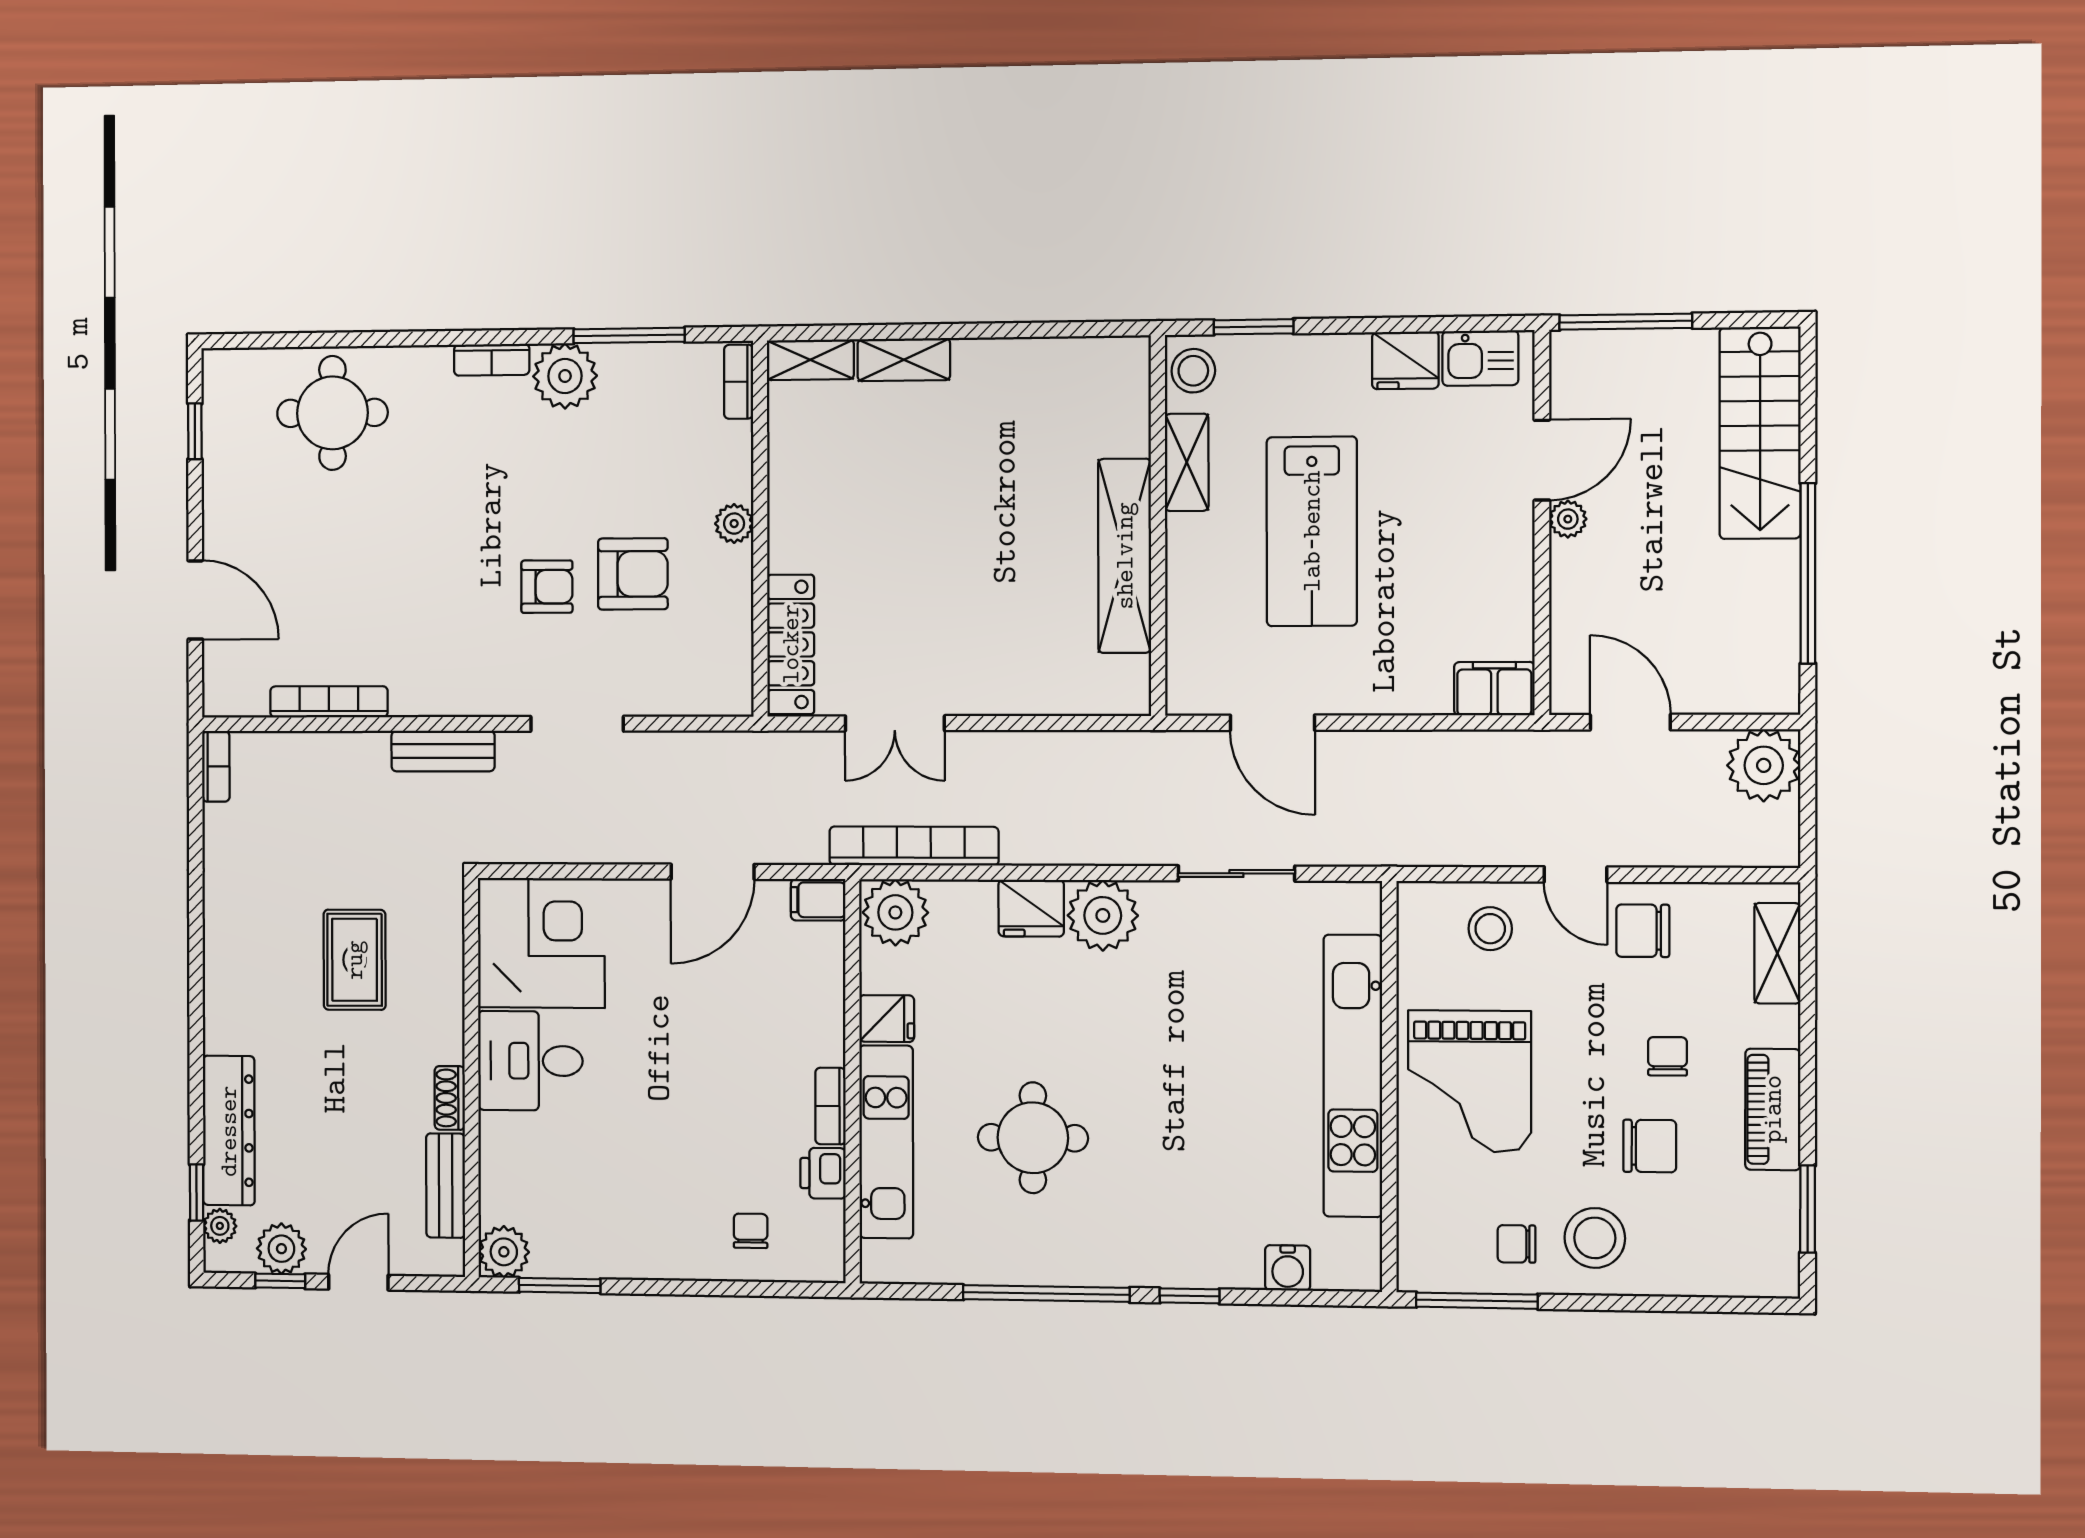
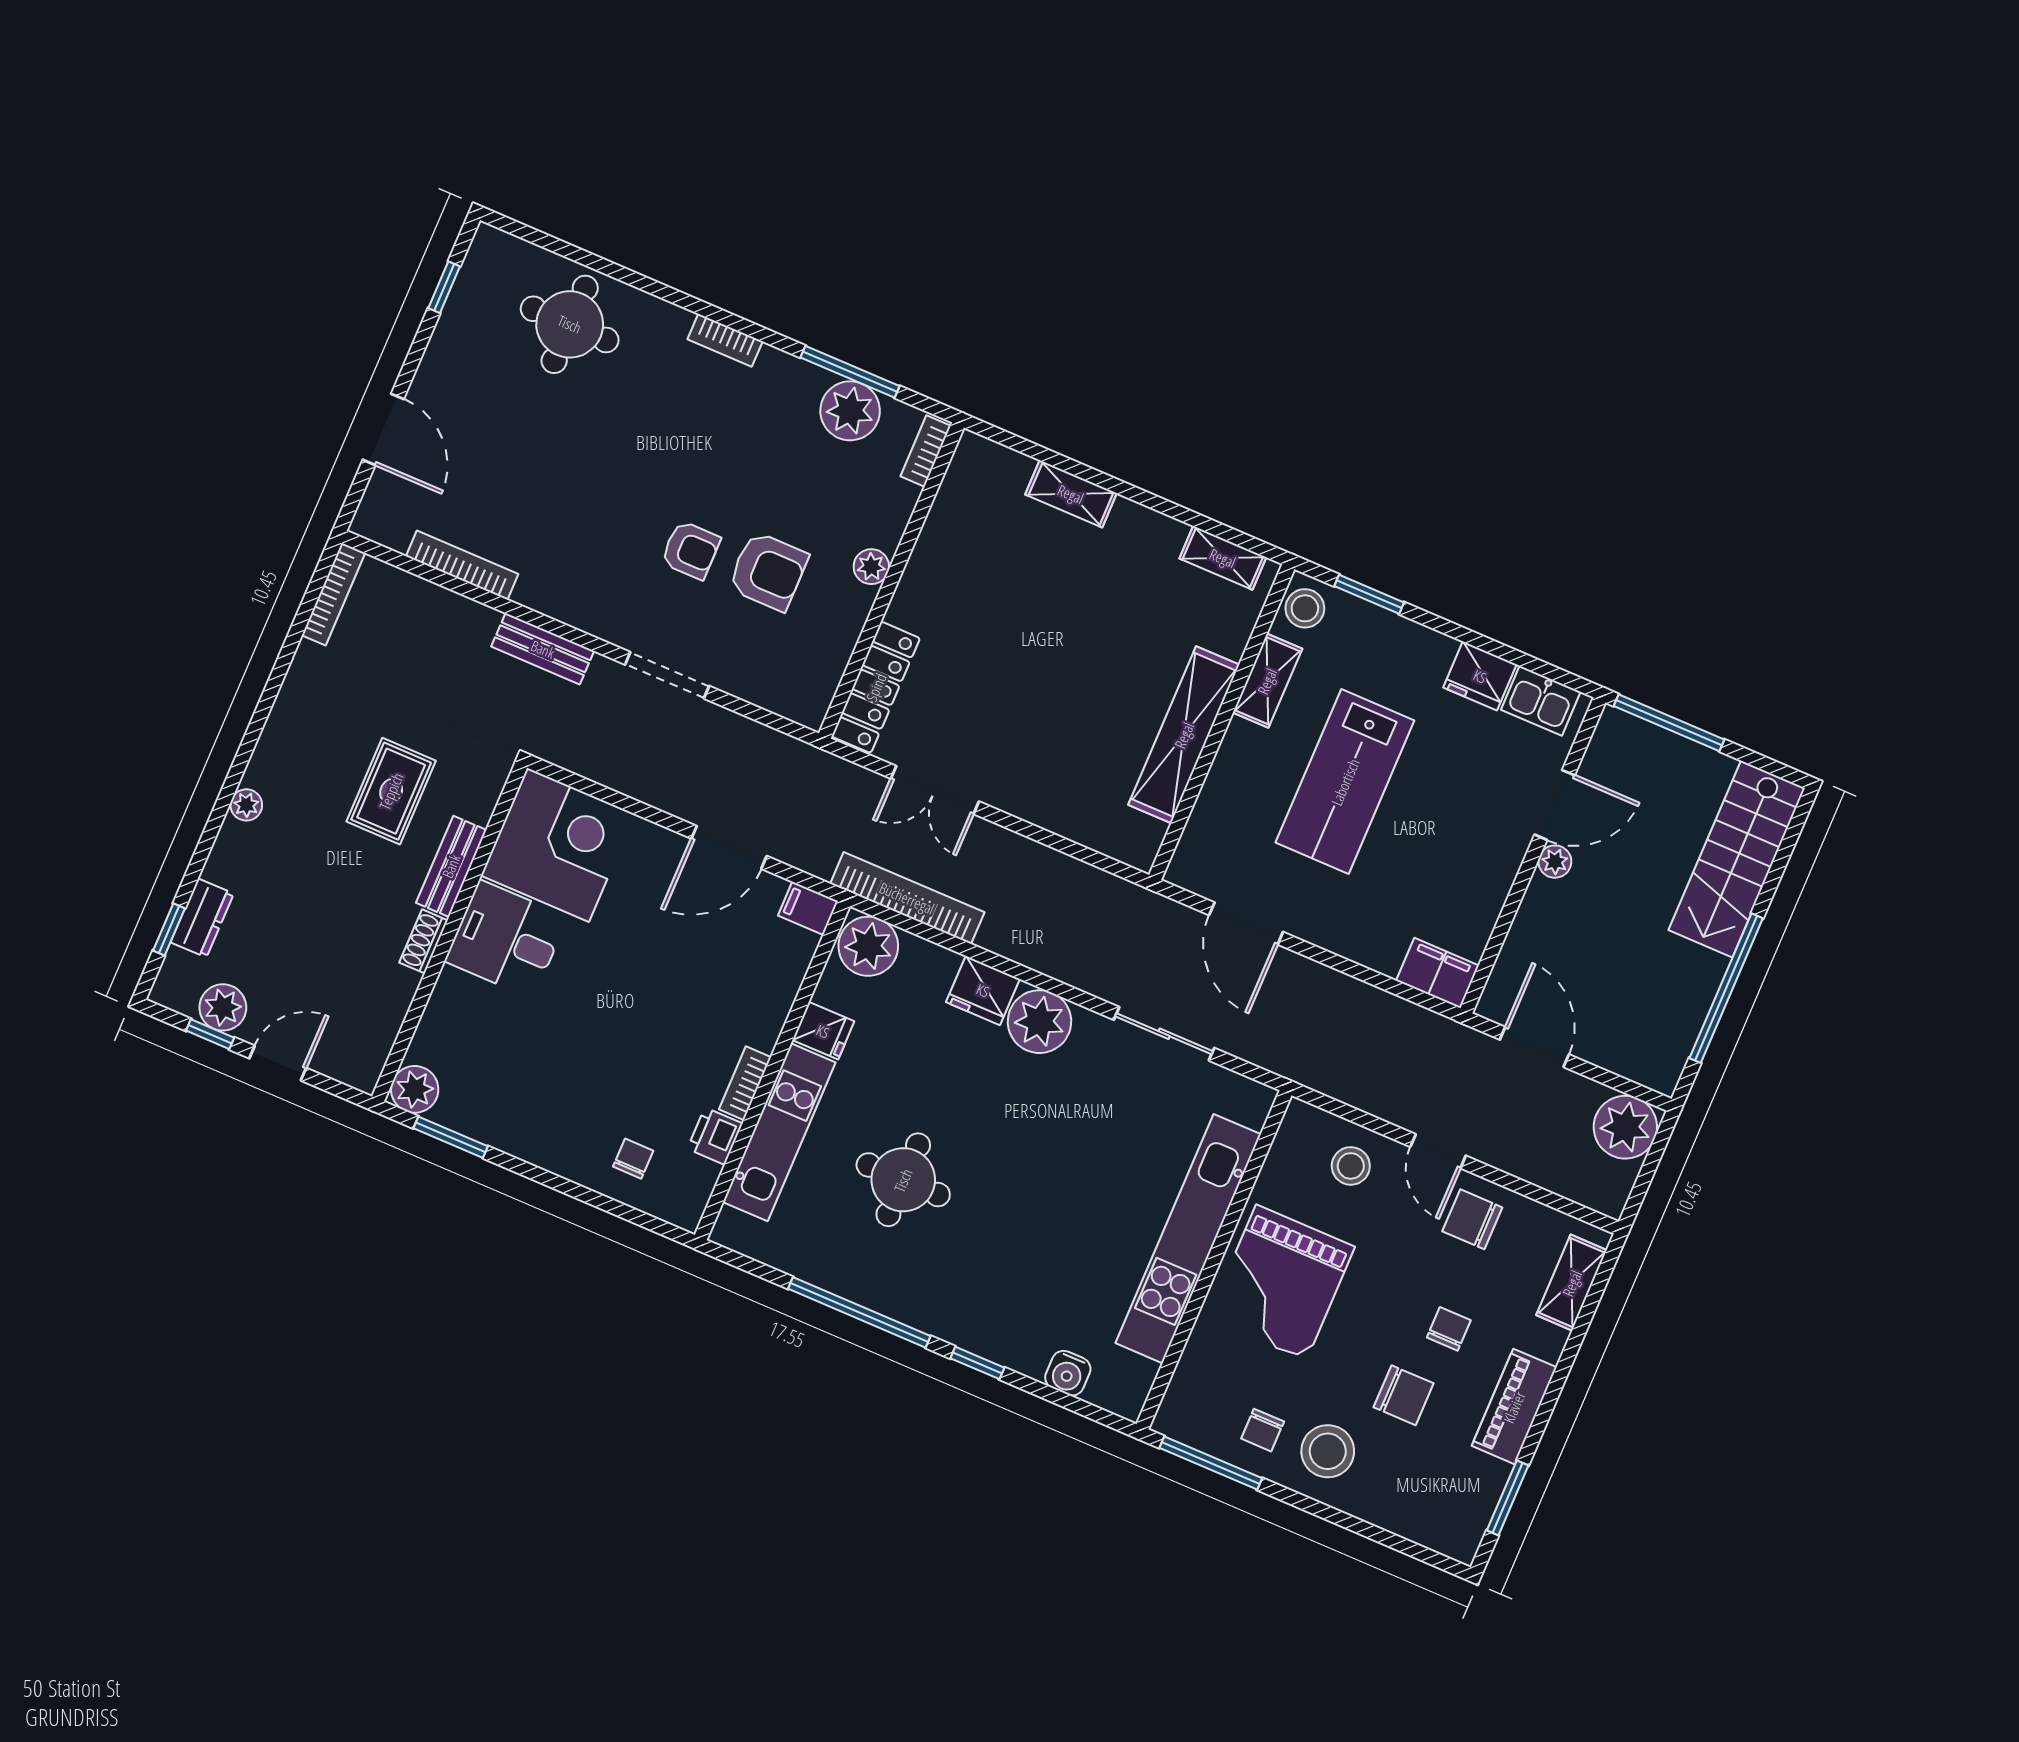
shelving: (810, 360) -> (1223, 558), moved
plant: (565, 376) -> (850, 411), moved
bookcase: (216, 766) -> (334, 594), width x1.56
dresser: (229, 1131) -> (202, 918), width x0.51, depth x0.80
bench: (446, 1186) -> (451, 866), moved
plant: (220, 1226) -> (246, 805), moved
chair: (1517, 1244) -> (1263, 1430), turned -90

